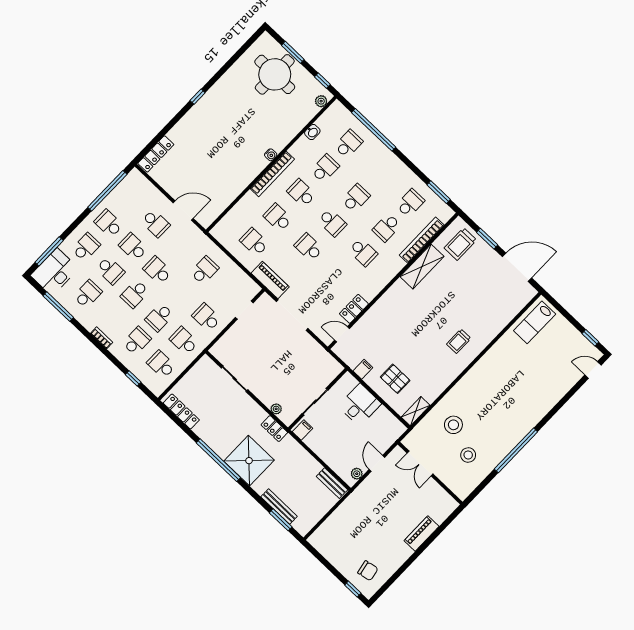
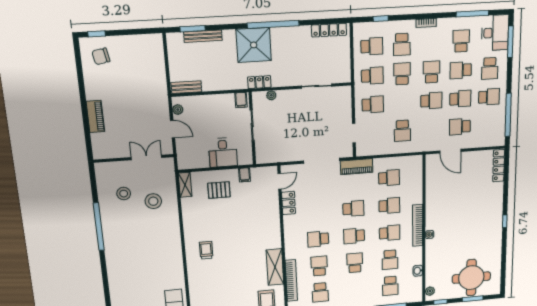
school desk: (356, 198) -> (355, 263), turned 180
door: (183, 211) -> (450, 151), hinge flipped
school desk: (88, 294) -> (461, 41), turned 180

